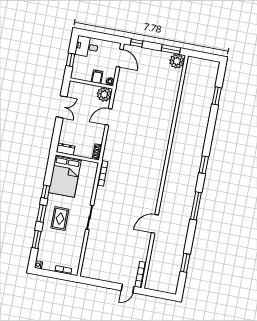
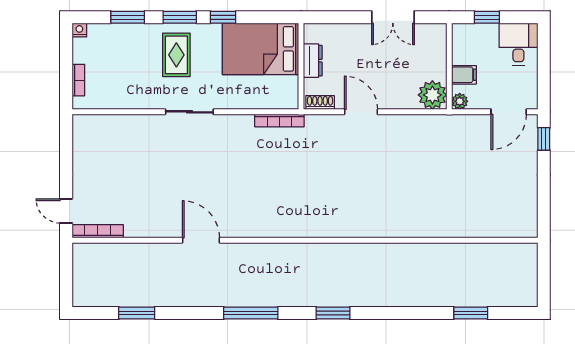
window: (171, 49) -> (544, 207), removed
plant: (177, 61) -> (523, 223), removed
door: (109, 117) -> (361, 112), moved
dresser: (66, 149) -> (313, 61), moved
rug: (60, 219) -> (176, 55), turned 90

